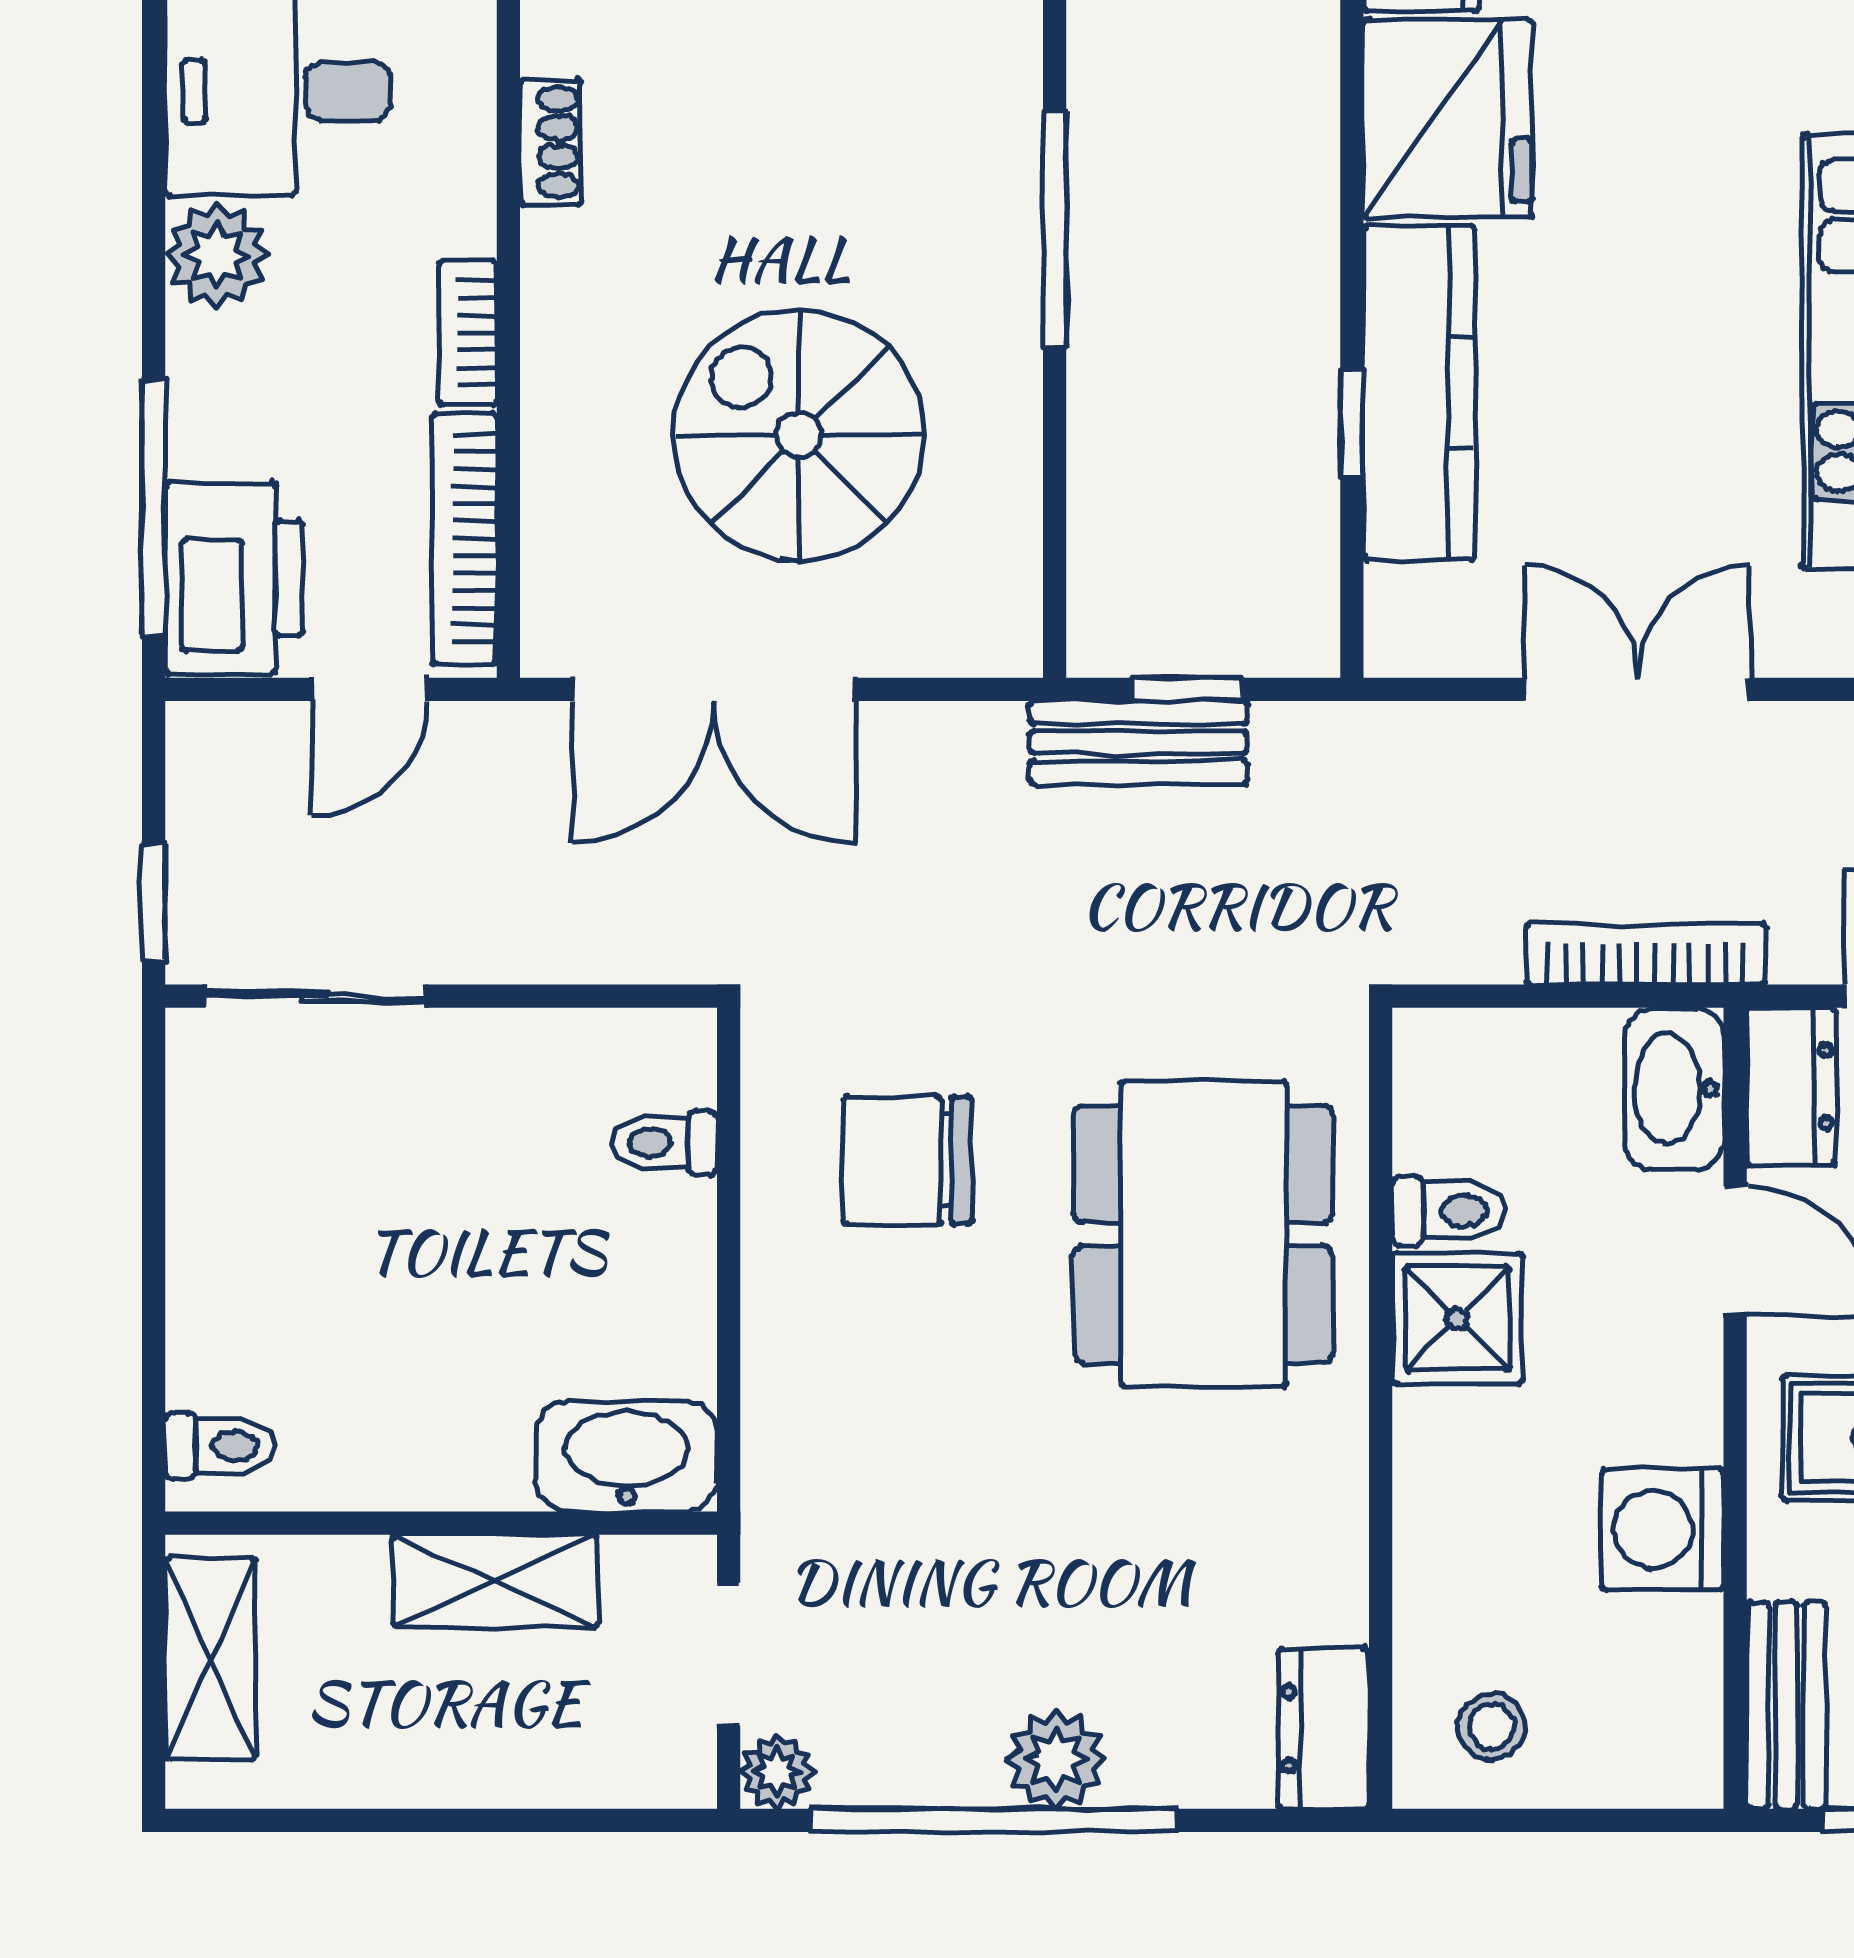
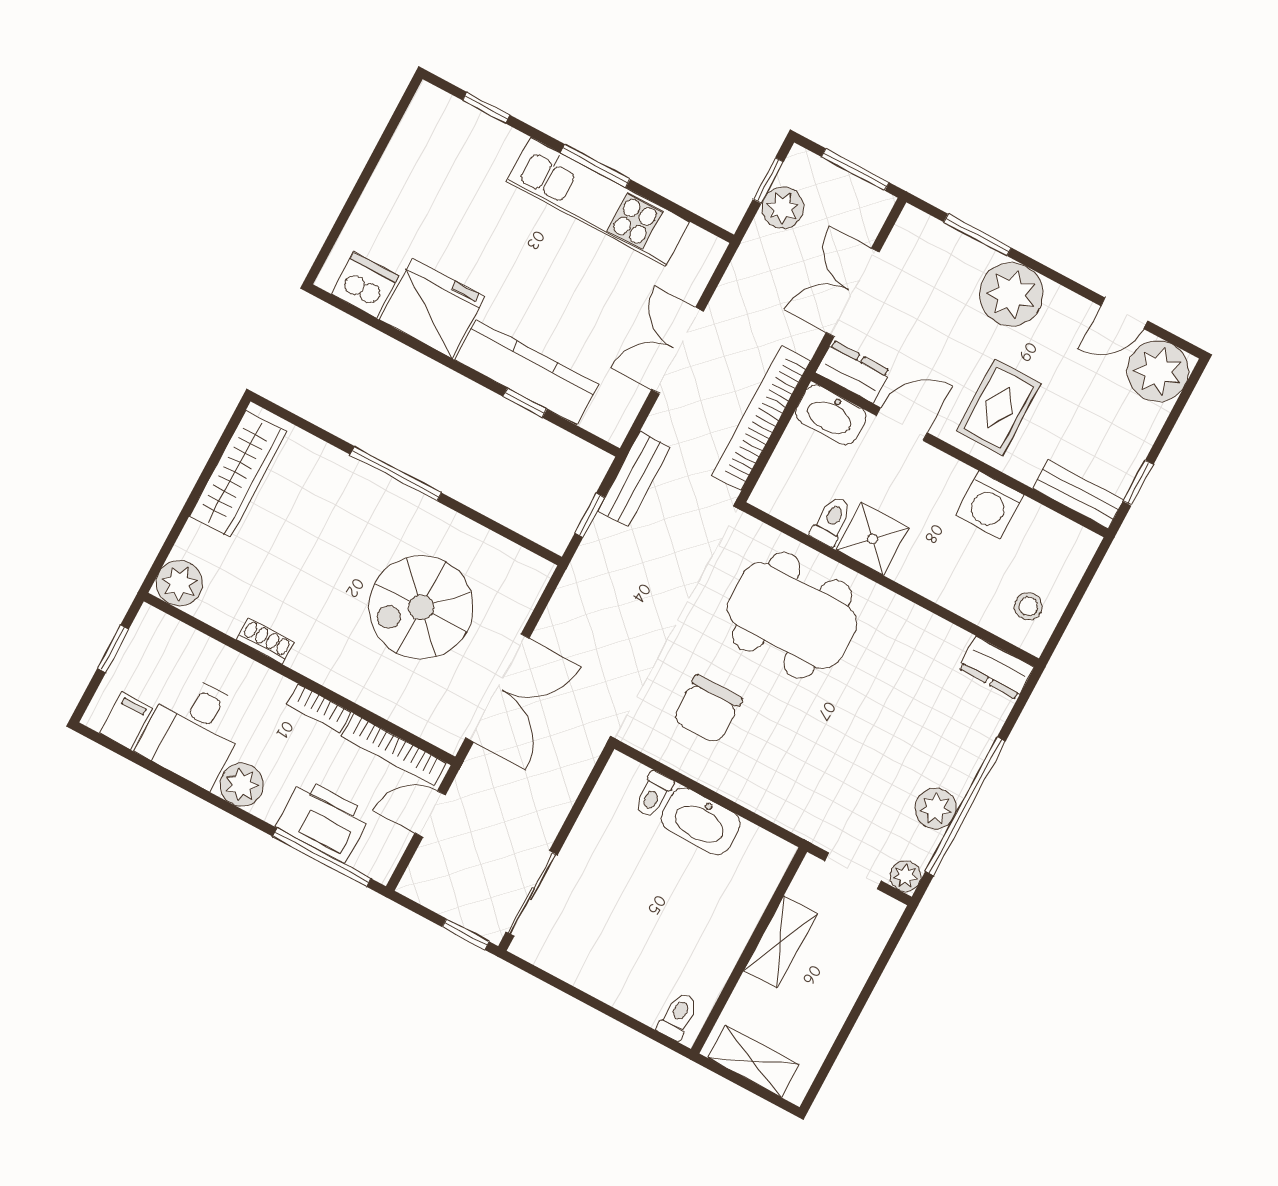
printer: (234, 578) -> (323, 820), moved
door: (369, 689) -> (430, 814), swing flipped
bench: (1138, 742) -> (634, 479), moved
bookcase: (1646, 954) -> (761, 418), width x1.48, depth x1.31
washbasin: (626, 1456) -> (701, 821), moved, turned -90
plant: (1056, 1760) -> (936, 809), moved

